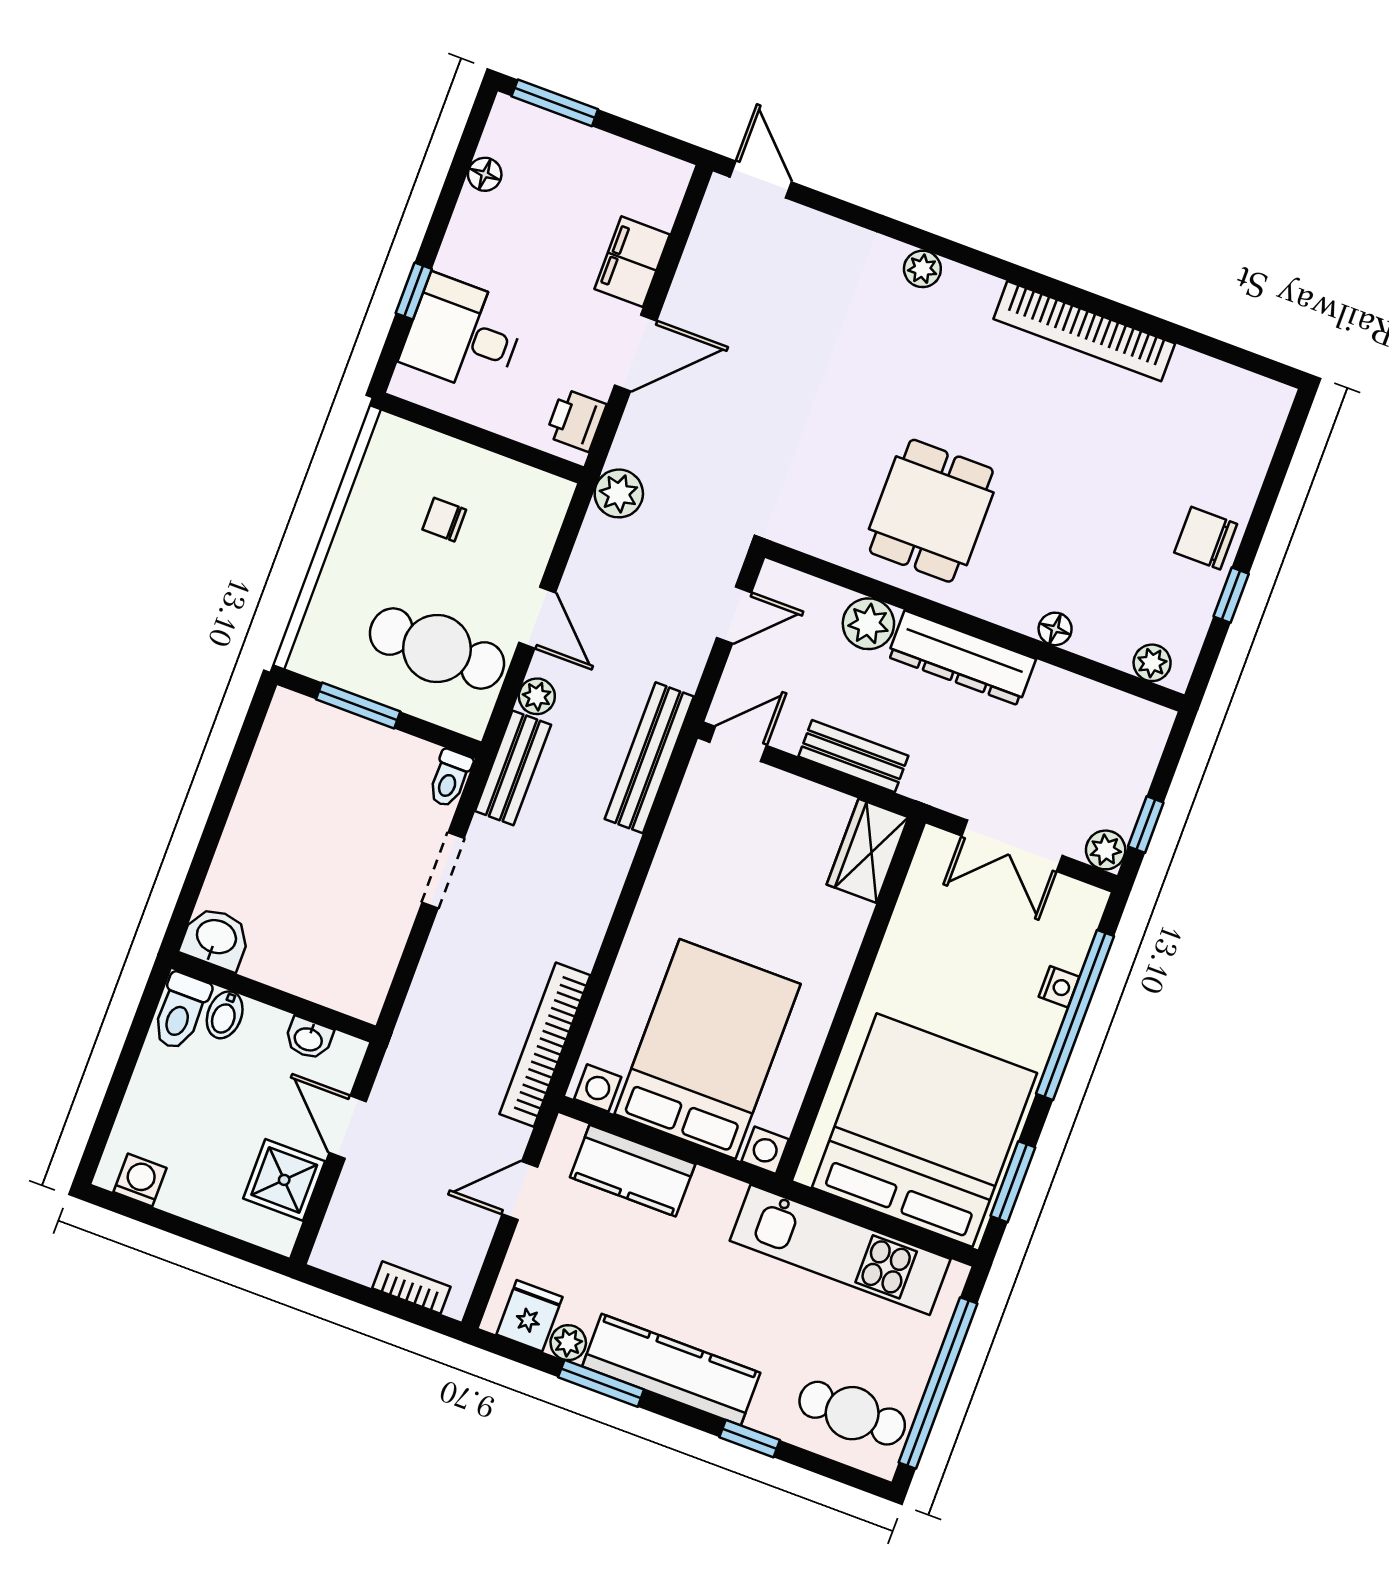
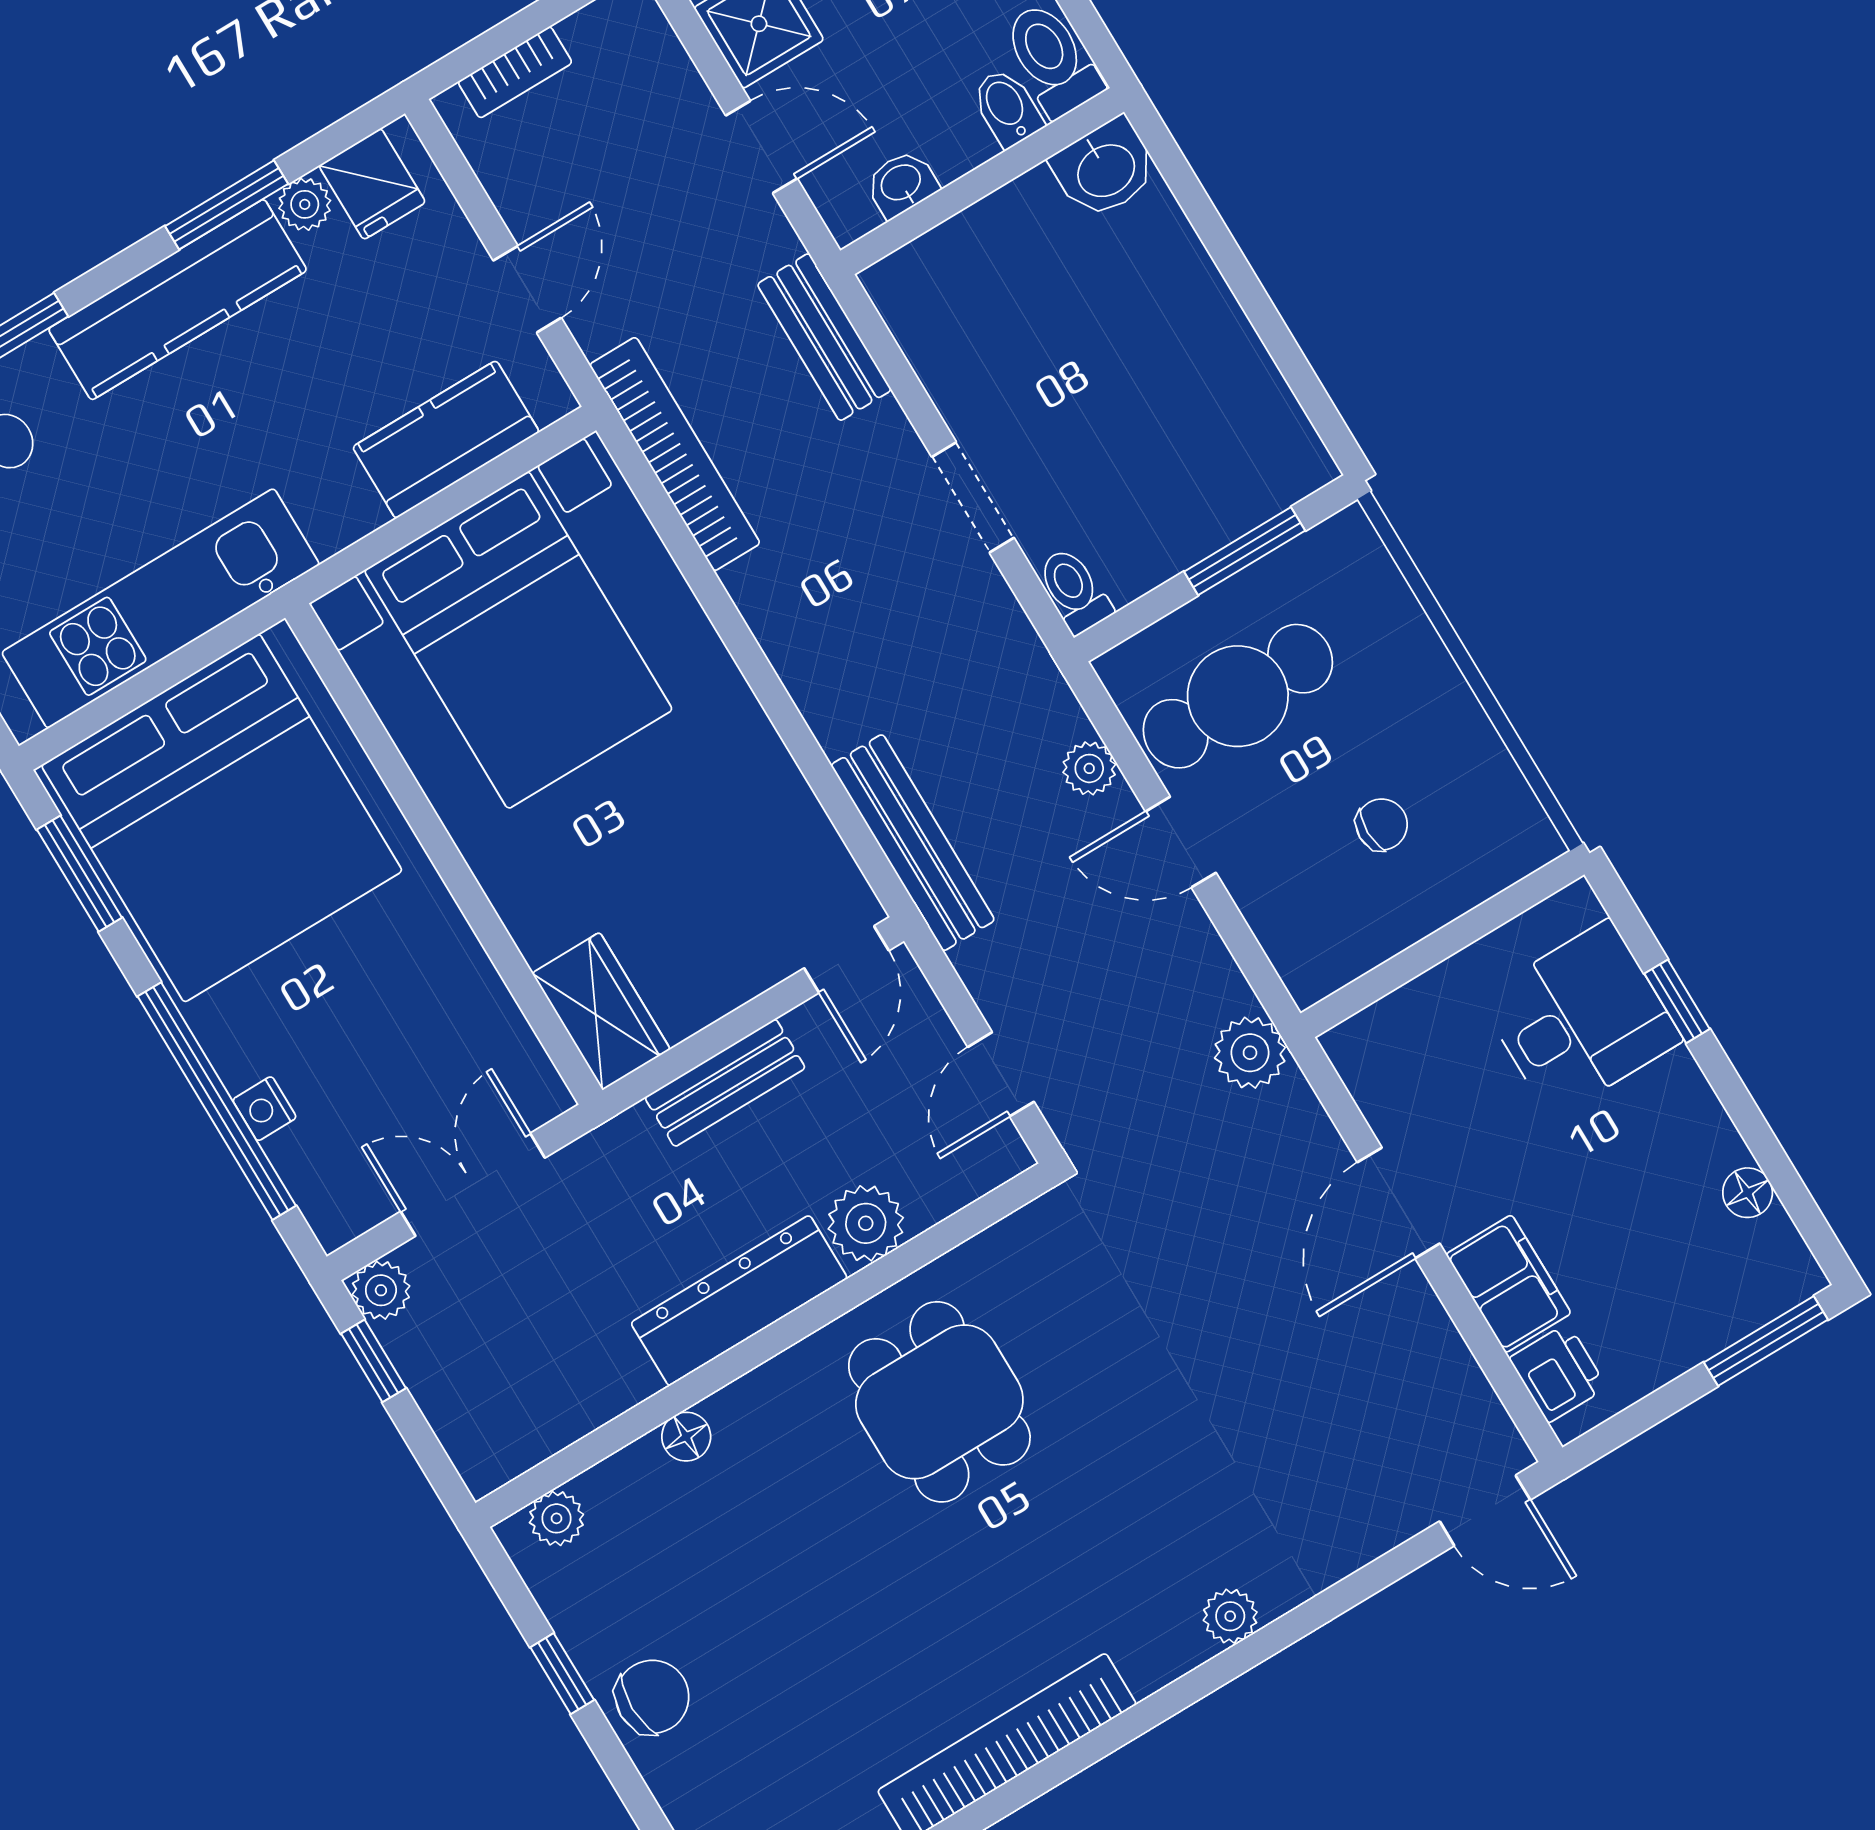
printer: (576, 420) -> (1558, 1373), moved
bench: (513, 768) -> (824, 337), moved

